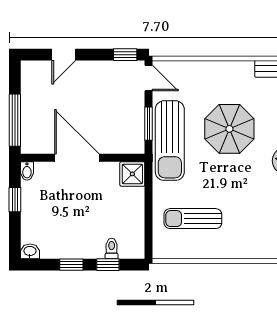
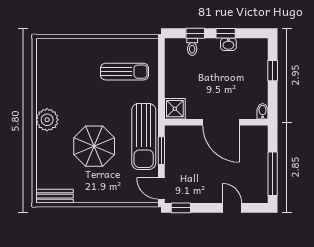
door: (64, 55) -> (232, 208), hinge flipped
window: (15, 120) -> (273, 174), moved
sun lounger: (170, 141) -> (144, 136), turned 180
window: (15, 200) -> (273, 71), moved
washbasin: (30, 251) -> (228, 44), moved

